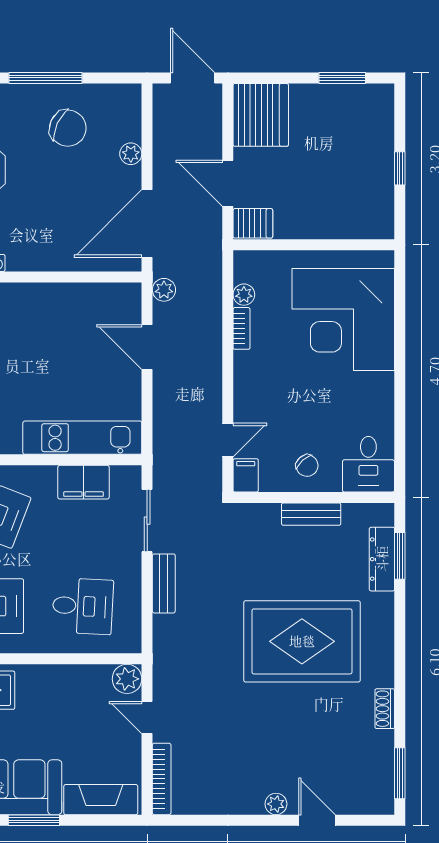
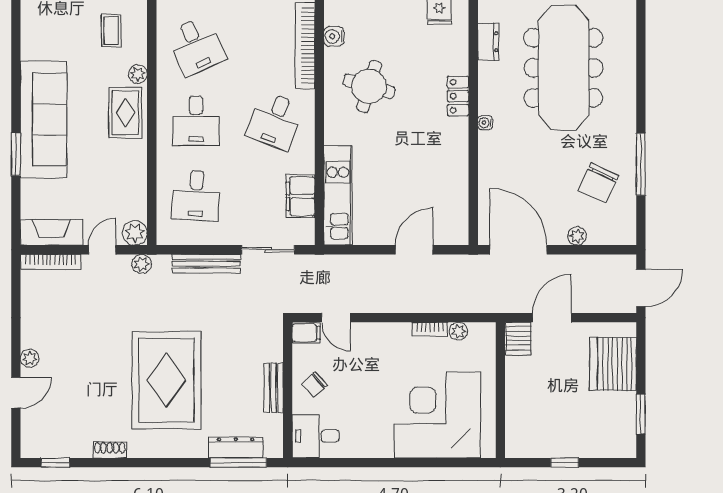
server rack: (261, 115) -> (613, 364), moved, turned 90
plant: (164, 290) -> (142, 264), moved
window: (400, 556) -> (238, 463), width x1.44
bench: (164, 583) -> (206, 264), width x1.36
window: (400, 773) -> (55, 463), width x0.67
fireplace: (101, 800) -> (51, 232), moved, turned -90

